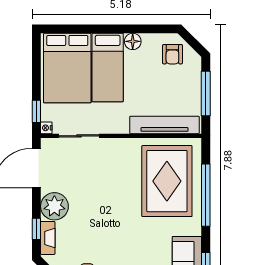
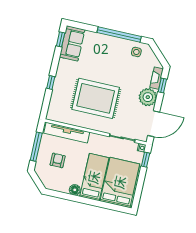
armchair: (172, 54) -> (58, 160), moved
rug: (167, 181) -> (96, 98), moved, turned 90
window: (206, 195) -> (51, 83), width x0.32

